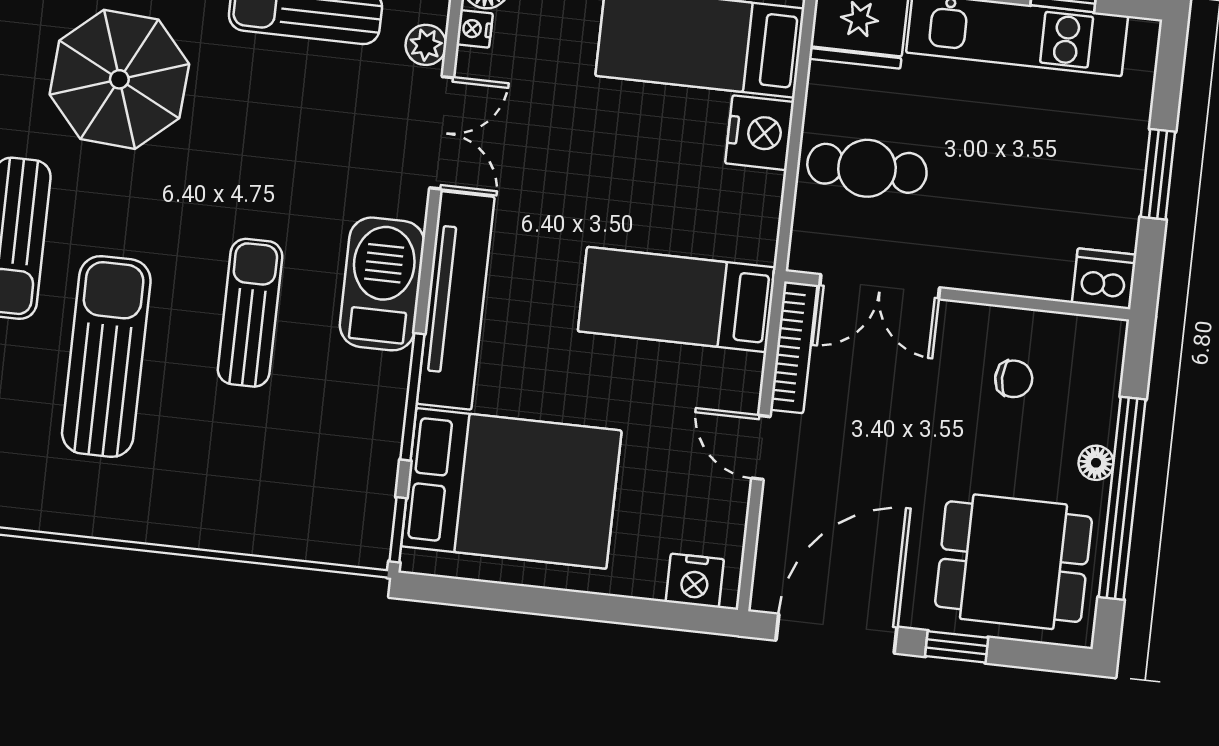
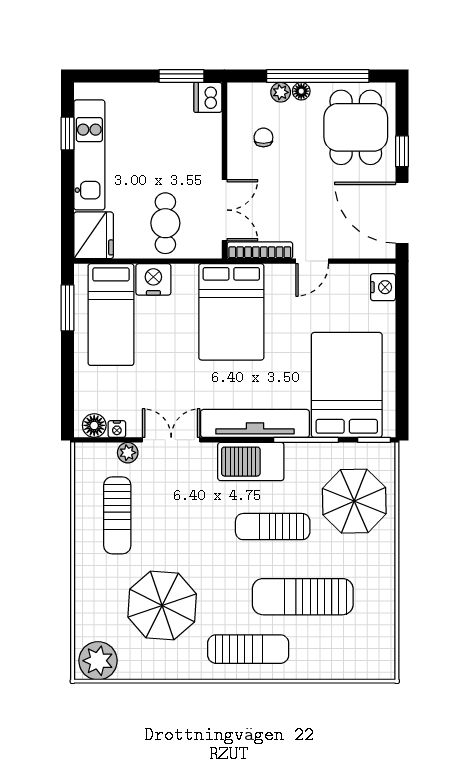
window: (1158, 174) -> (181, 76), moved
bed: (677, 299) -> (231, 312), width x1.50
plant: (1098, 422) -> (281, 92), added
parasol: (282, 478) -> (354, 501), added

